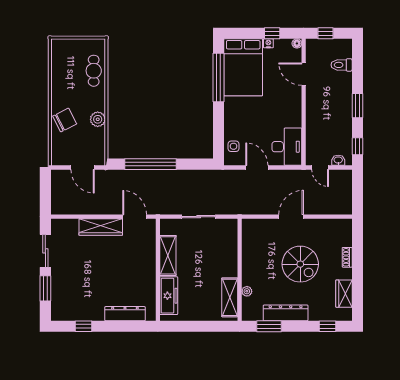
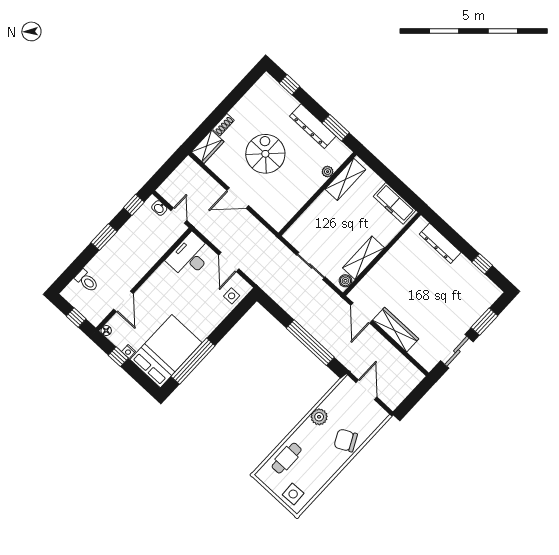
side table: (67, 50) -> (293, 494), added
boiler: (166, 228) -> (345, 281), added
wardrobe: (344, 294) -> (208, 147), moved
freezer: (169, 296) -> (395, 203), moved, turned -90

